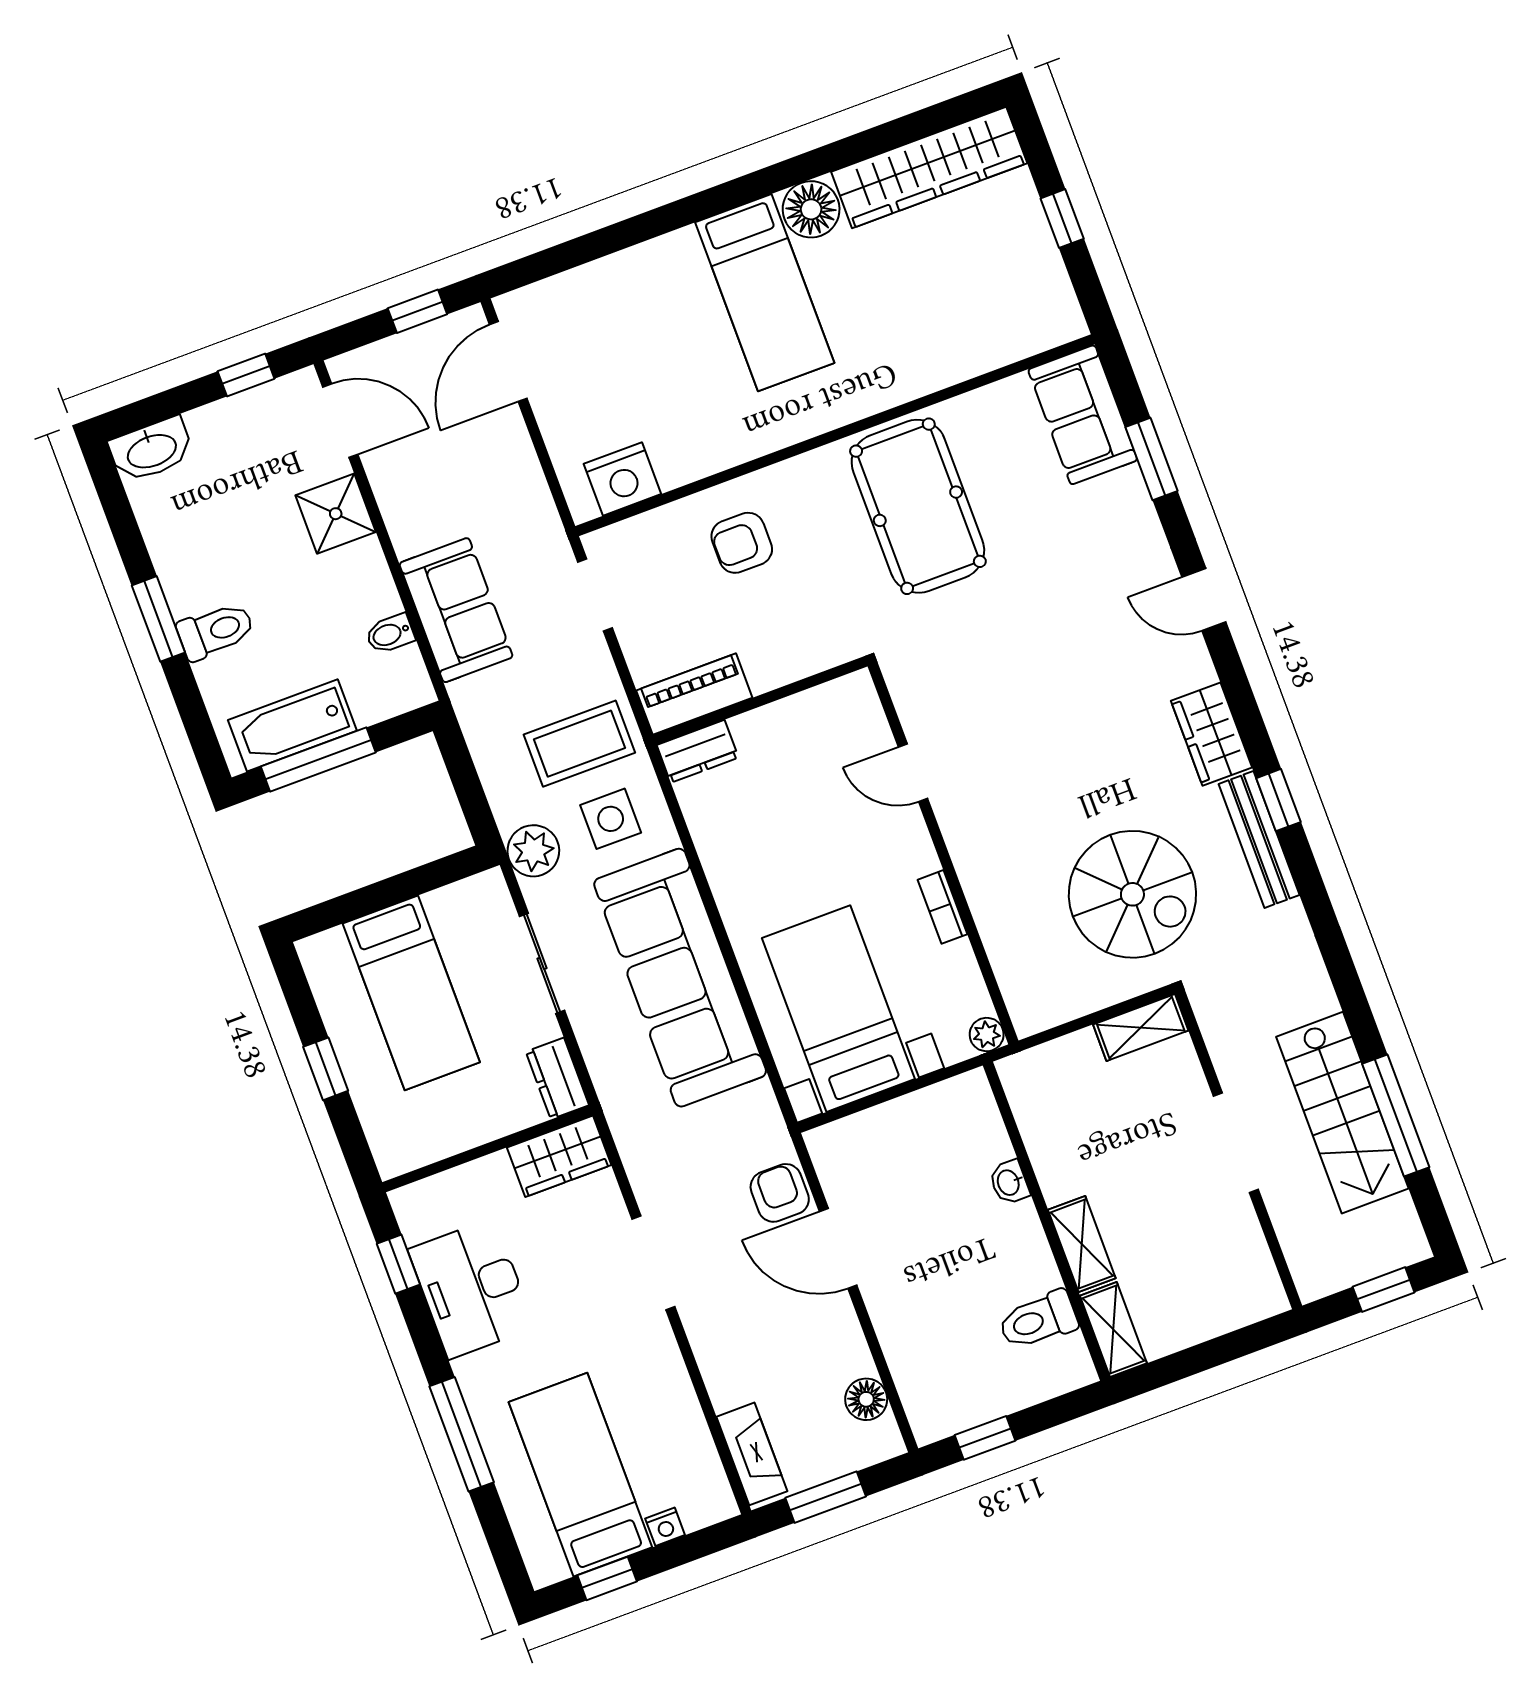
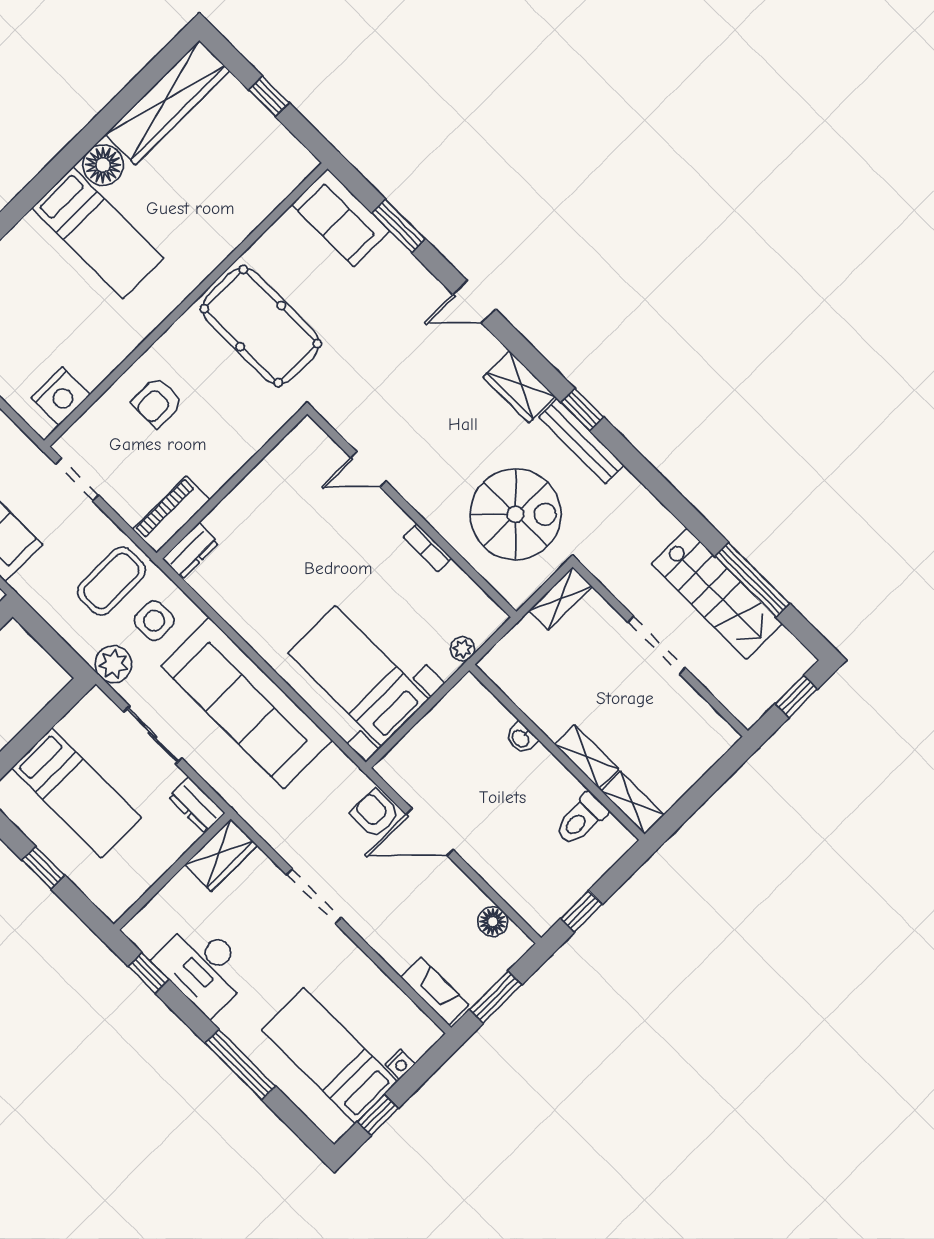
door: (913, 773) -> (368, 469), moved
wall: (943, 854) -> (412, 513), moved
bookcase: (942, 907) -> (427, 548), moved

